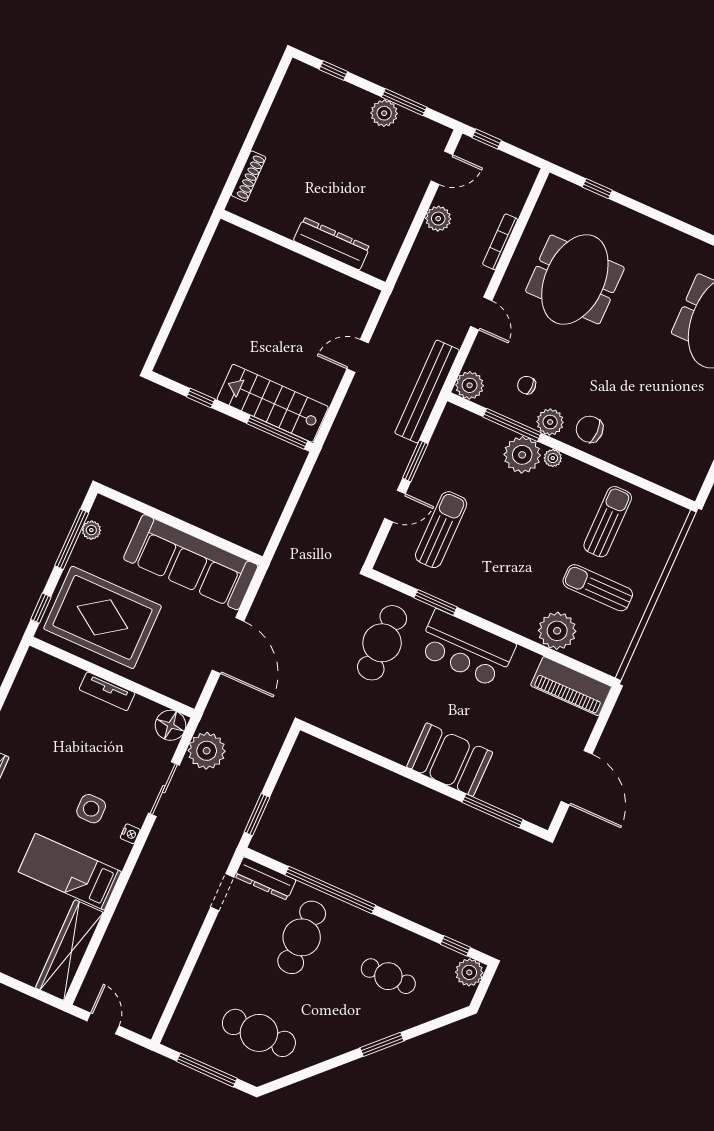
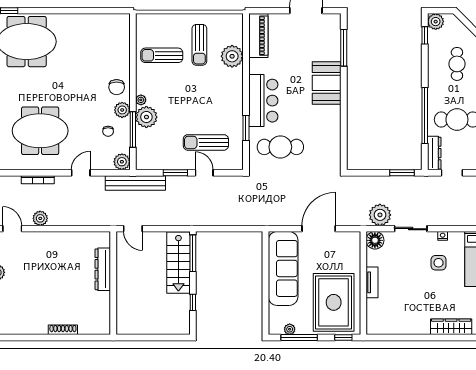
dresser: (332, 244) -> (103, 269), moved
wall: (303, 250) -> (113, 283), moved

